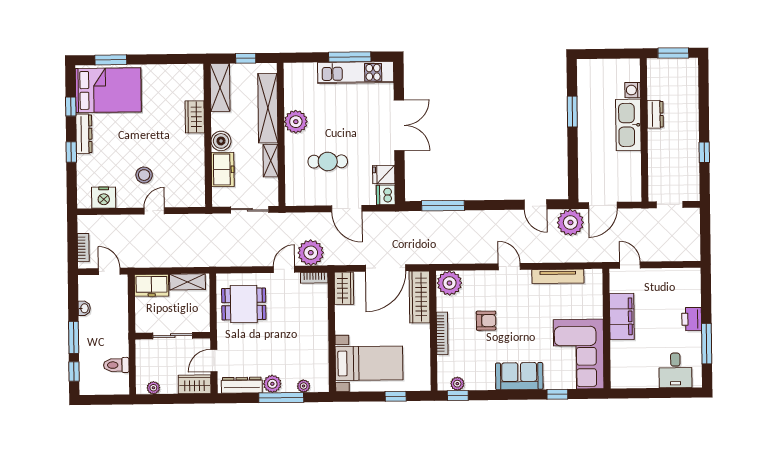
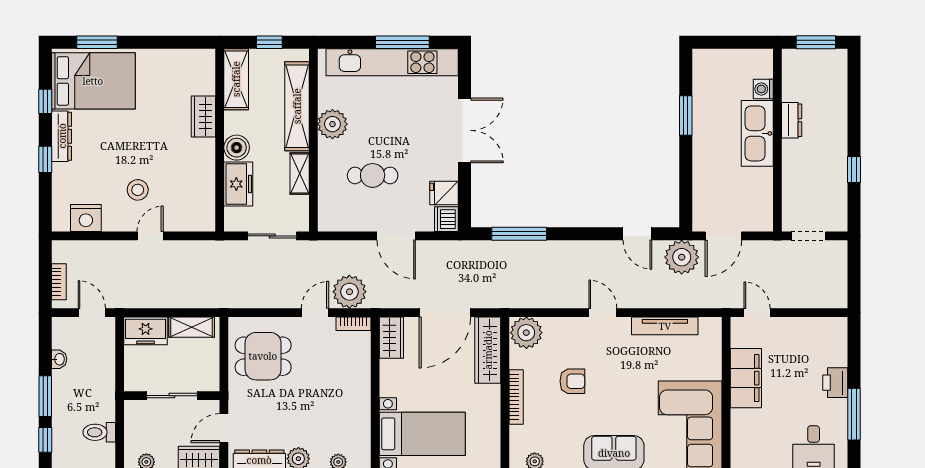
kitchen unit: (356, 73) -> (392, 62), width x1.36

